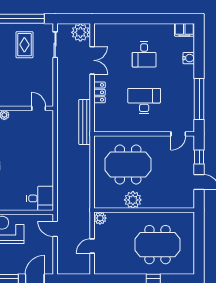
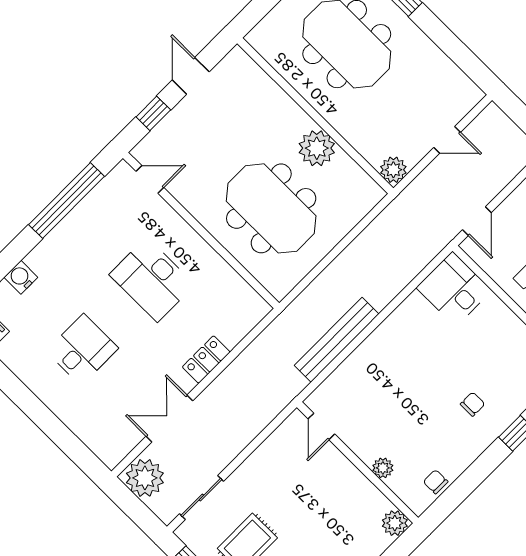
bench: (85, 122) -> (337, 340), moved

